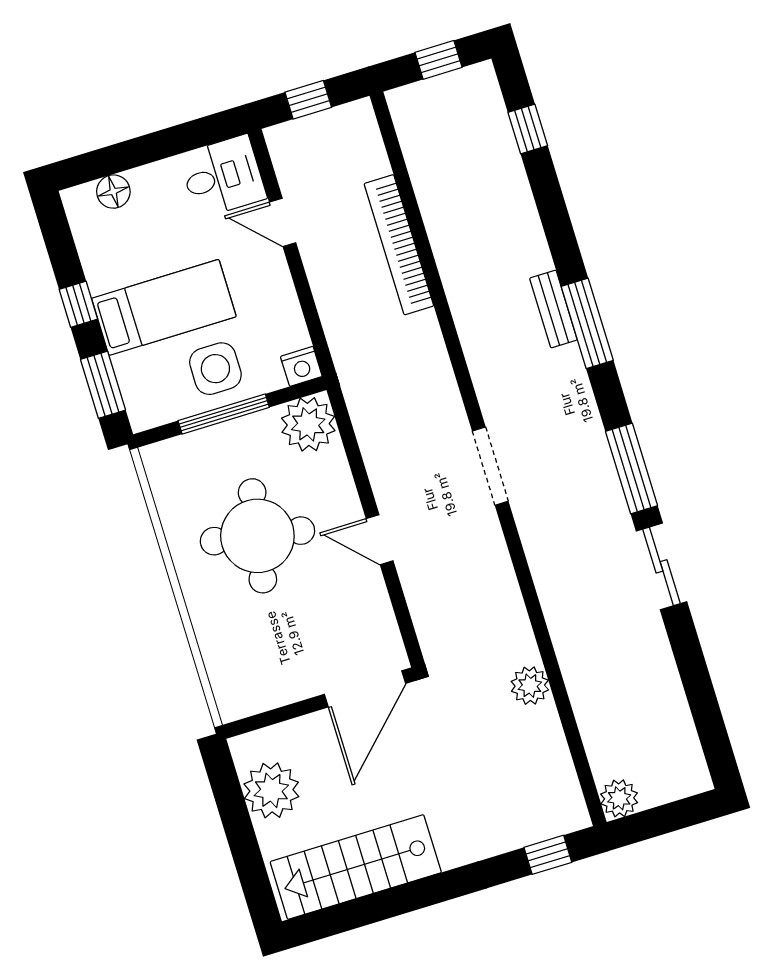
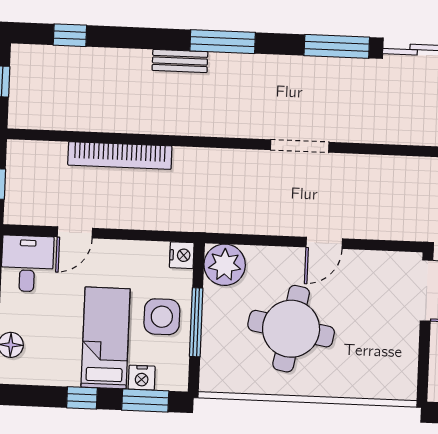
bench: (553, 309) -> (180, 61), moved
nightstand: (130, 370) -> (142, 378), added

